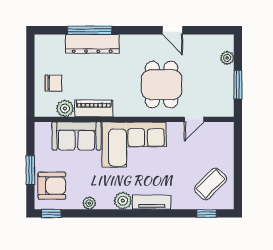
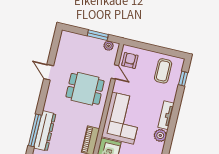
door: (172, 30) -> (49, 72), swing flipped
plant: (227, 58) -> (109, 46), moved
armchair: (214, 136) -> (130, 60), added
coffee table: (211, 184) -> (163, 71), turned 45

